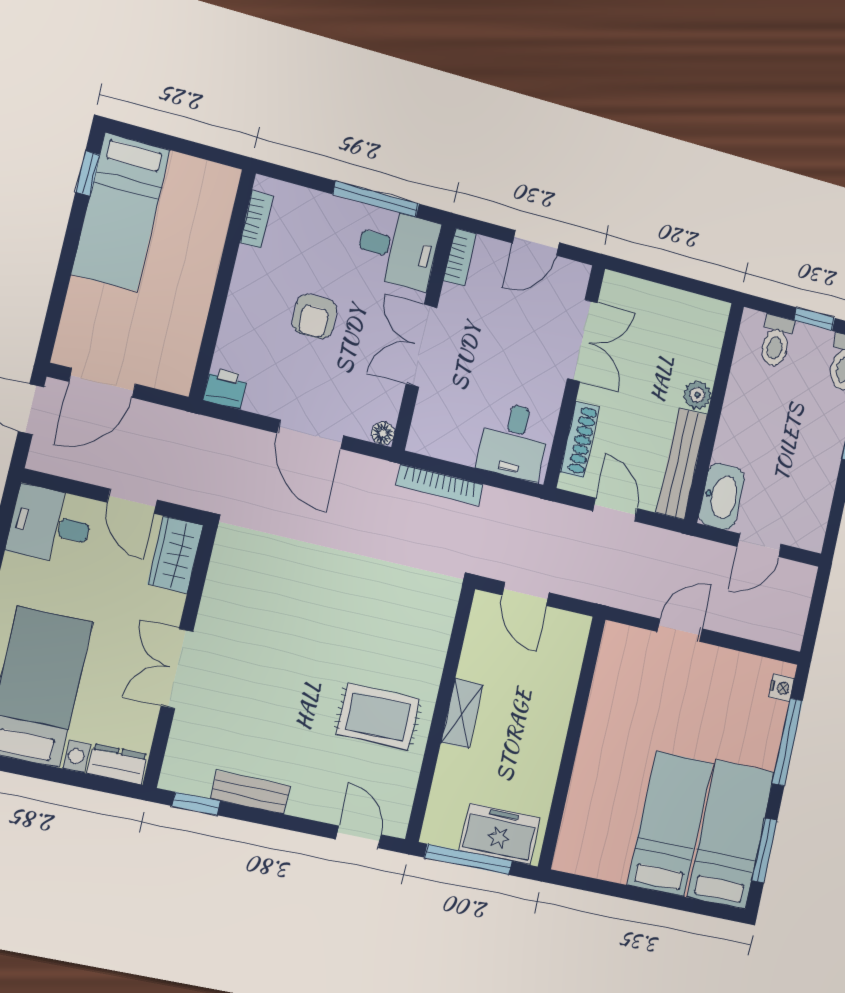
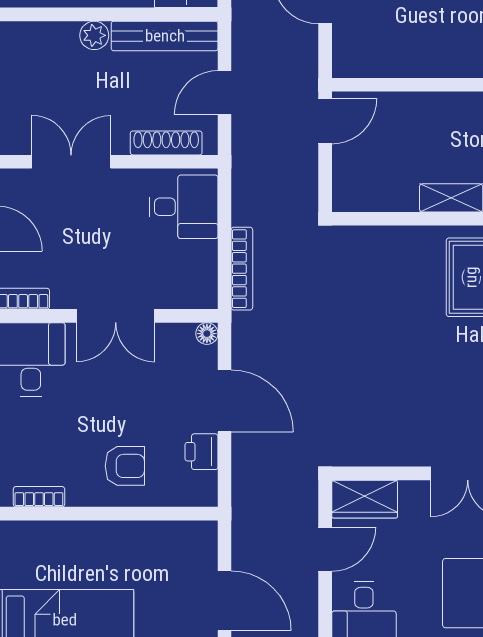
armchair: (315, 317) -> (125, 466), moved
printer: (225, 388) -> (201, 452), moved
door: (310, 434) -> (225, 401), hinge flipped
door: (526, 594) -> (325, 121), moved

